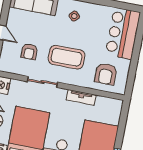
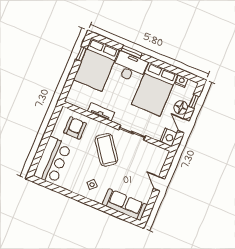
armchair: (29, 52) -> (138, 162), removed
coffee table: (67, 57) -> (106, 150), turned 54

